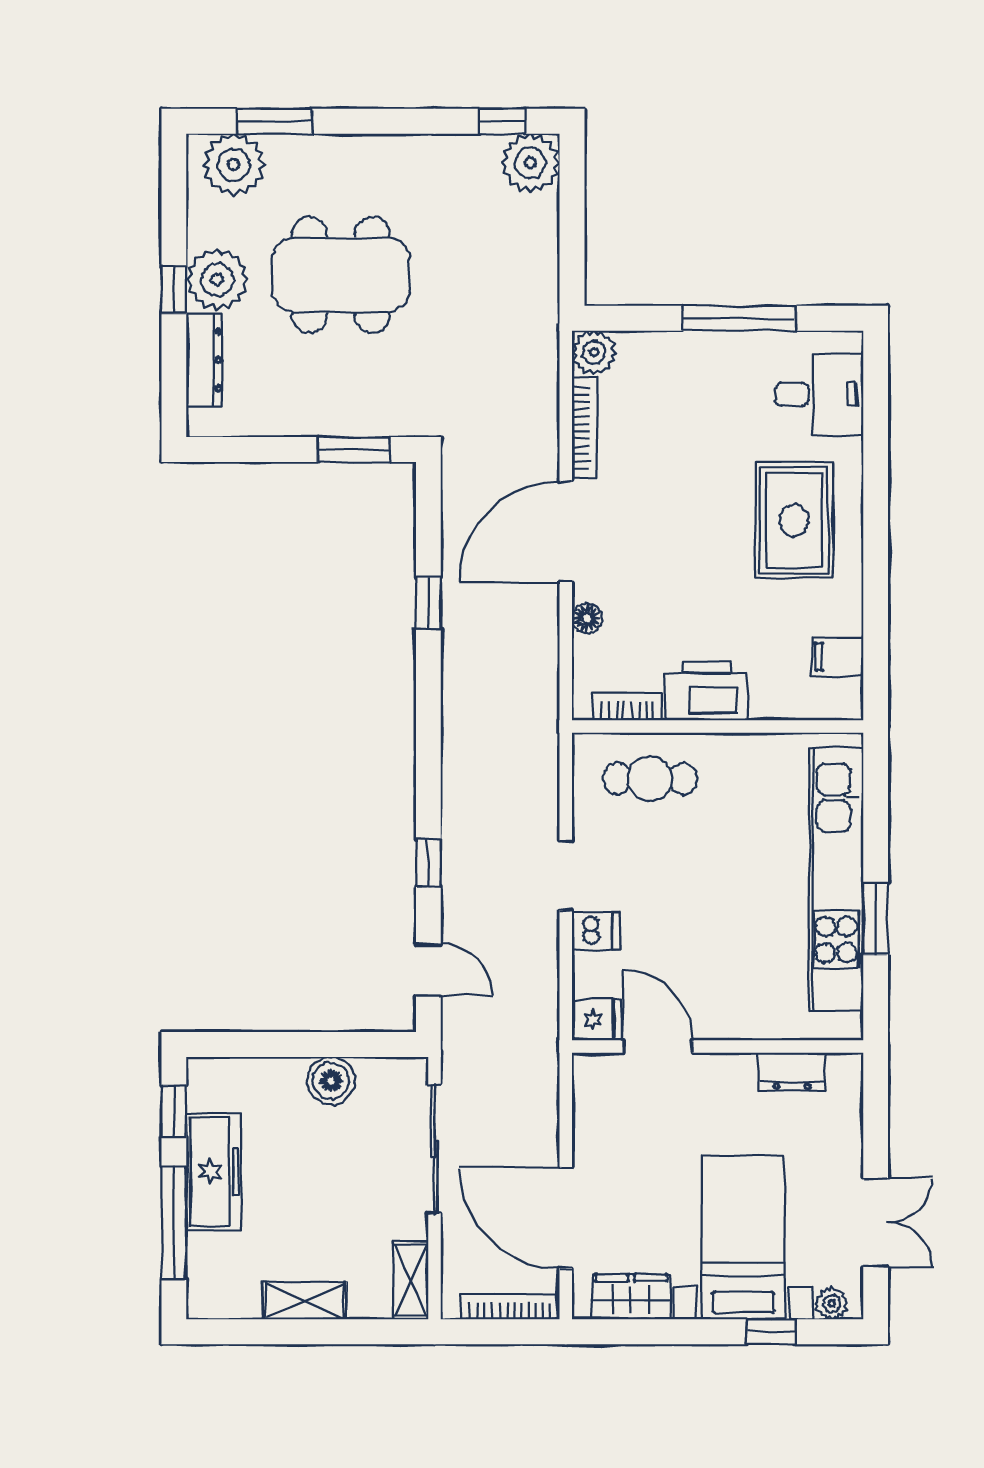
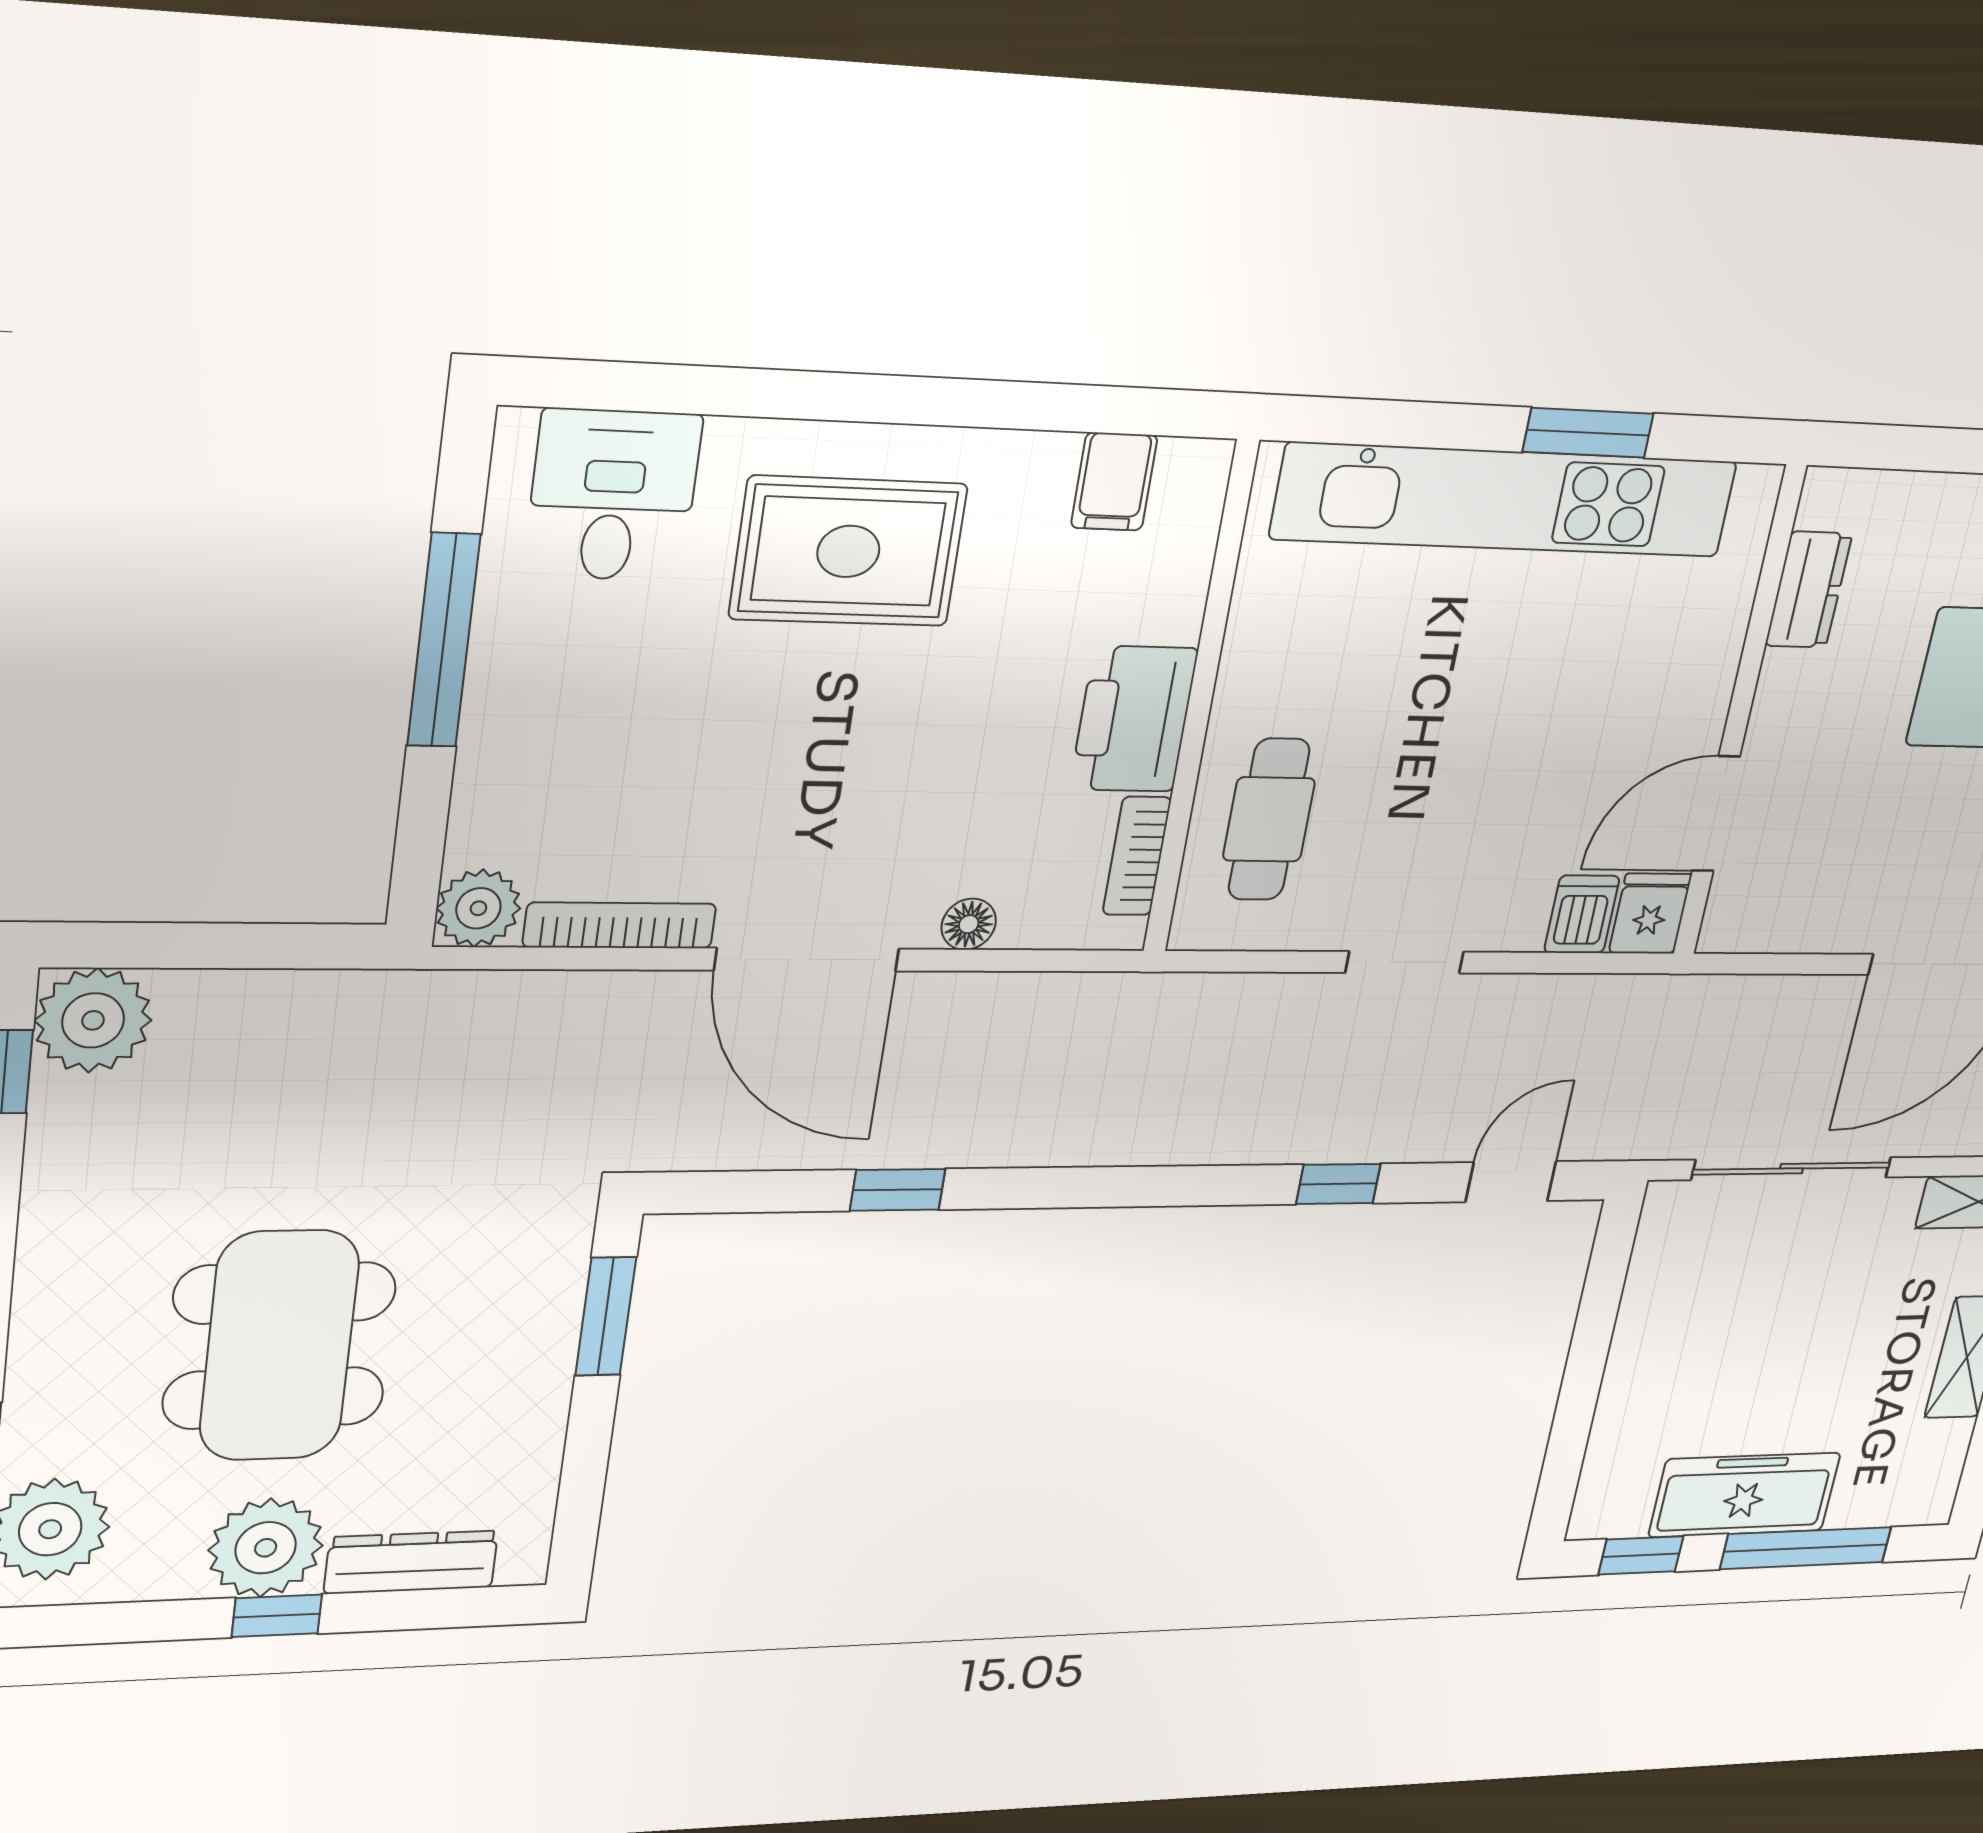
dishwasher: (596, 931) -> (1582, 914), moved
boiler: (331, 1081) -> (1650, 1327), removed

